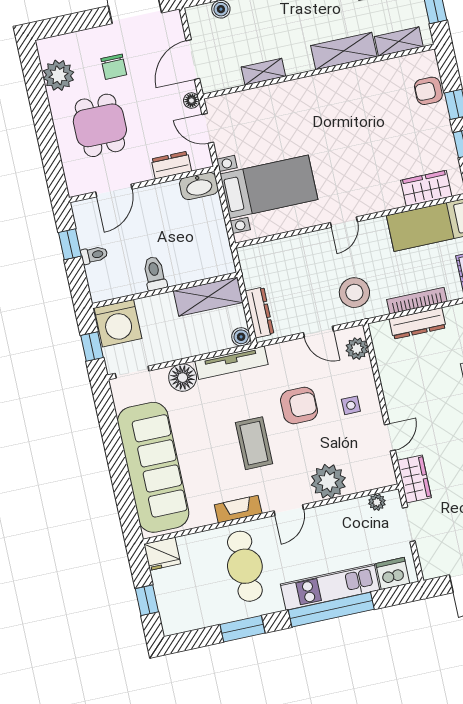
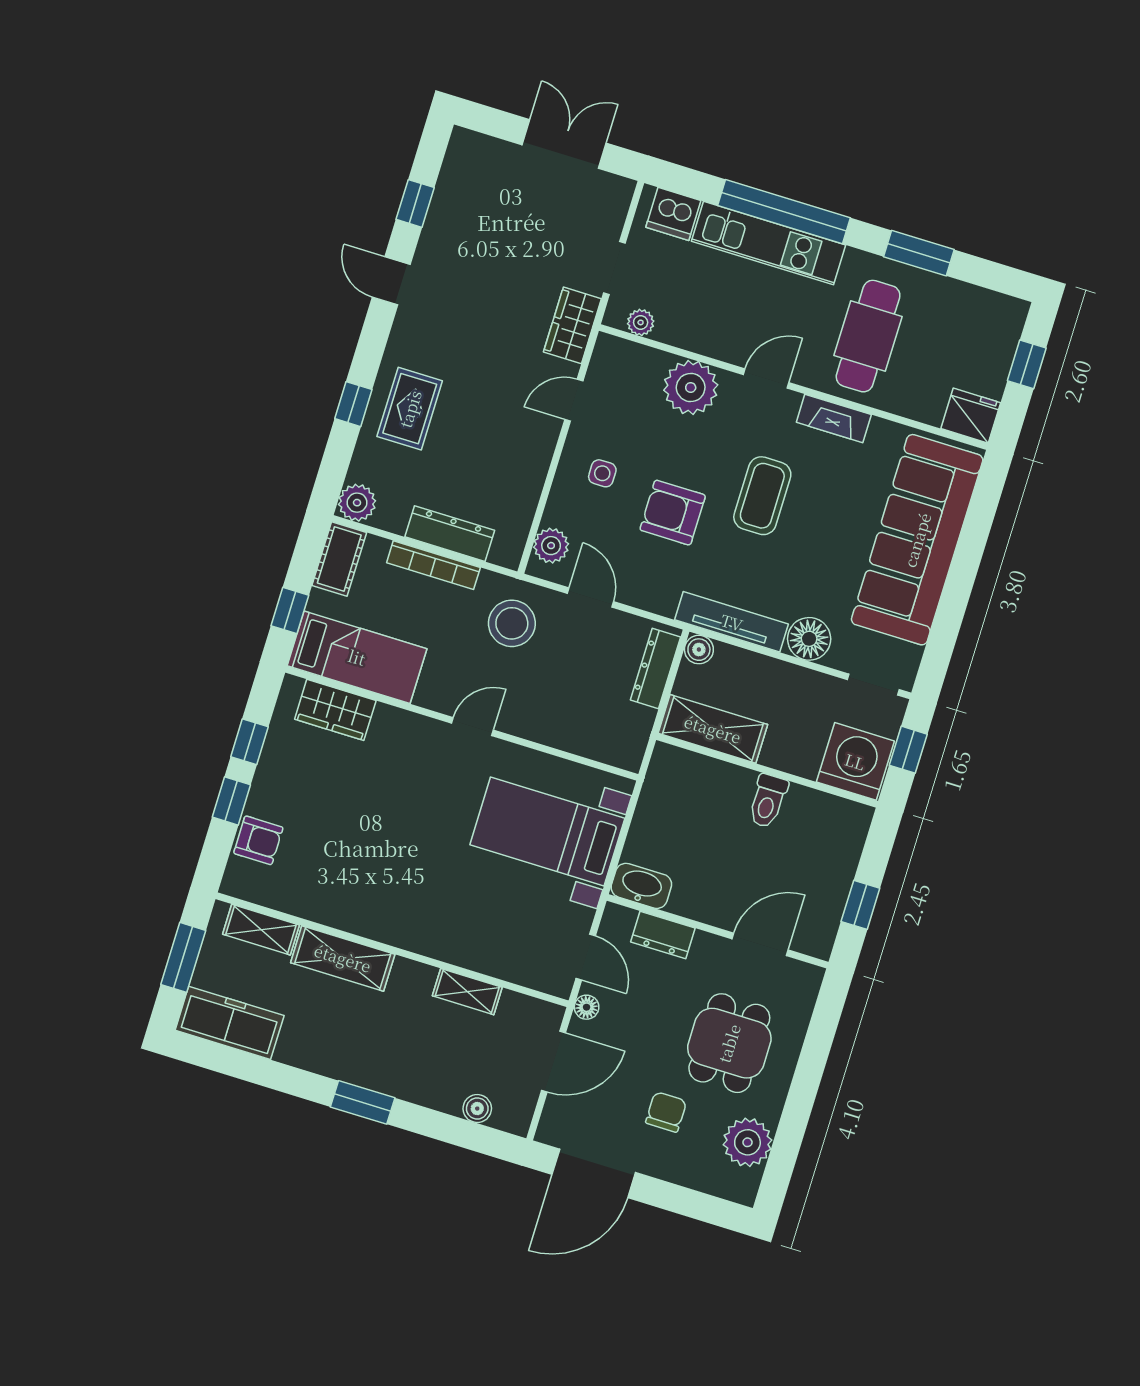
toilet: (94, 255) -> (836, 872), removed

